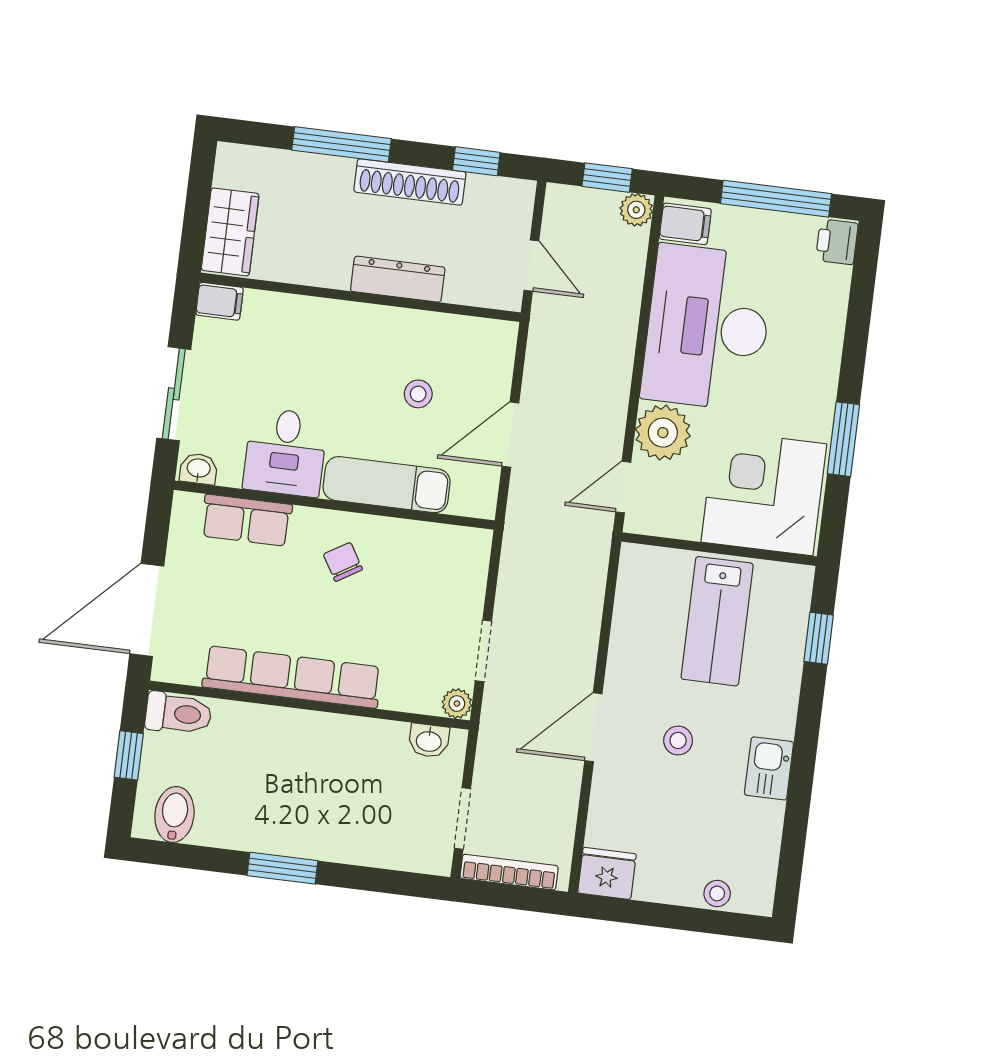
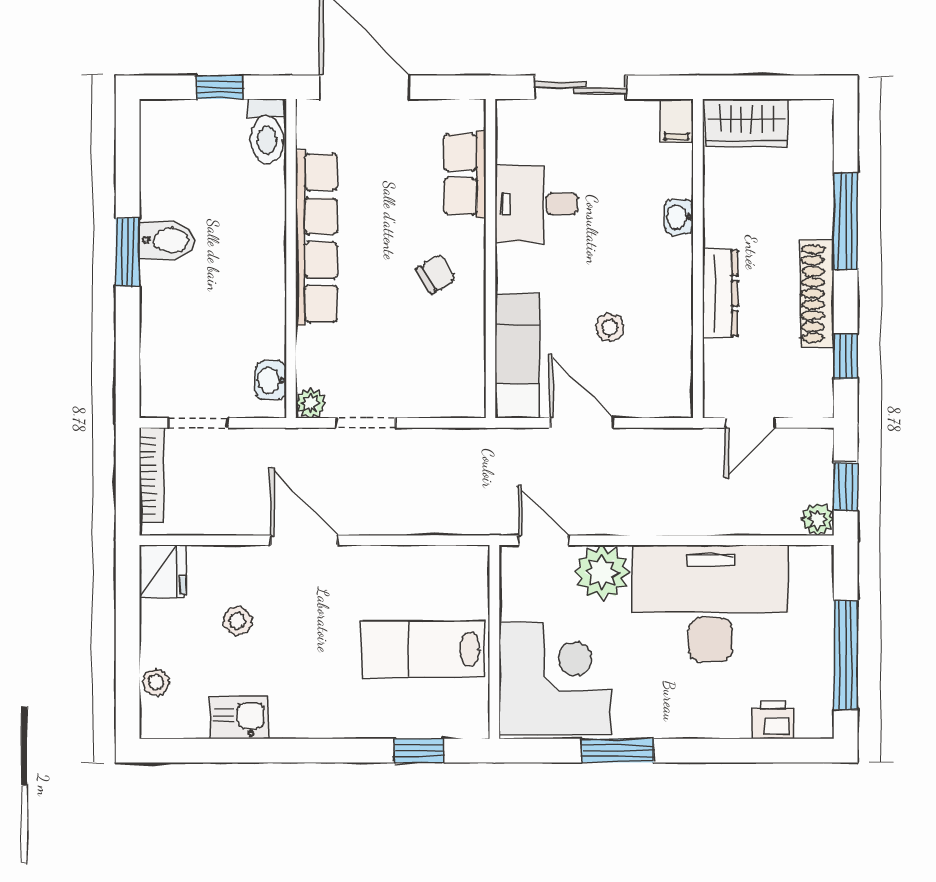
filing cabinet: (685, 224) -> (810, 569), removed
printer: (837, 242) -> (773, 720), moved
washbasin: (199, 469) -> (679, 217), moved, turned 180
exam couch: (387, 485) -> (517, 356), moved
stool: (678, 740) -> (237, 621), moved
kitchen sink: (769, 768) -> (239, 718), moved
bidet: (174, 814) -> (167, 240), moved

